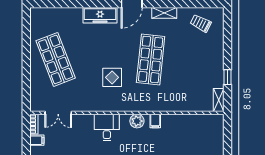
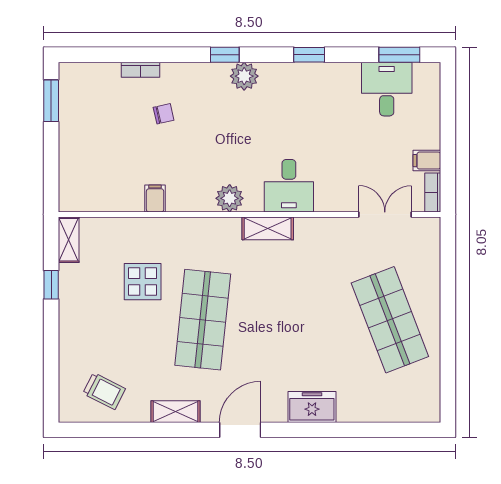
freezer: (100, 15) -> (312, 407), width x0.71
display table: (112, 77) -> (143, 282), moved
shelving: (118, 106) -> (268, 228), added
filing cabinet: (155, 121) -> (155, 198), moved

